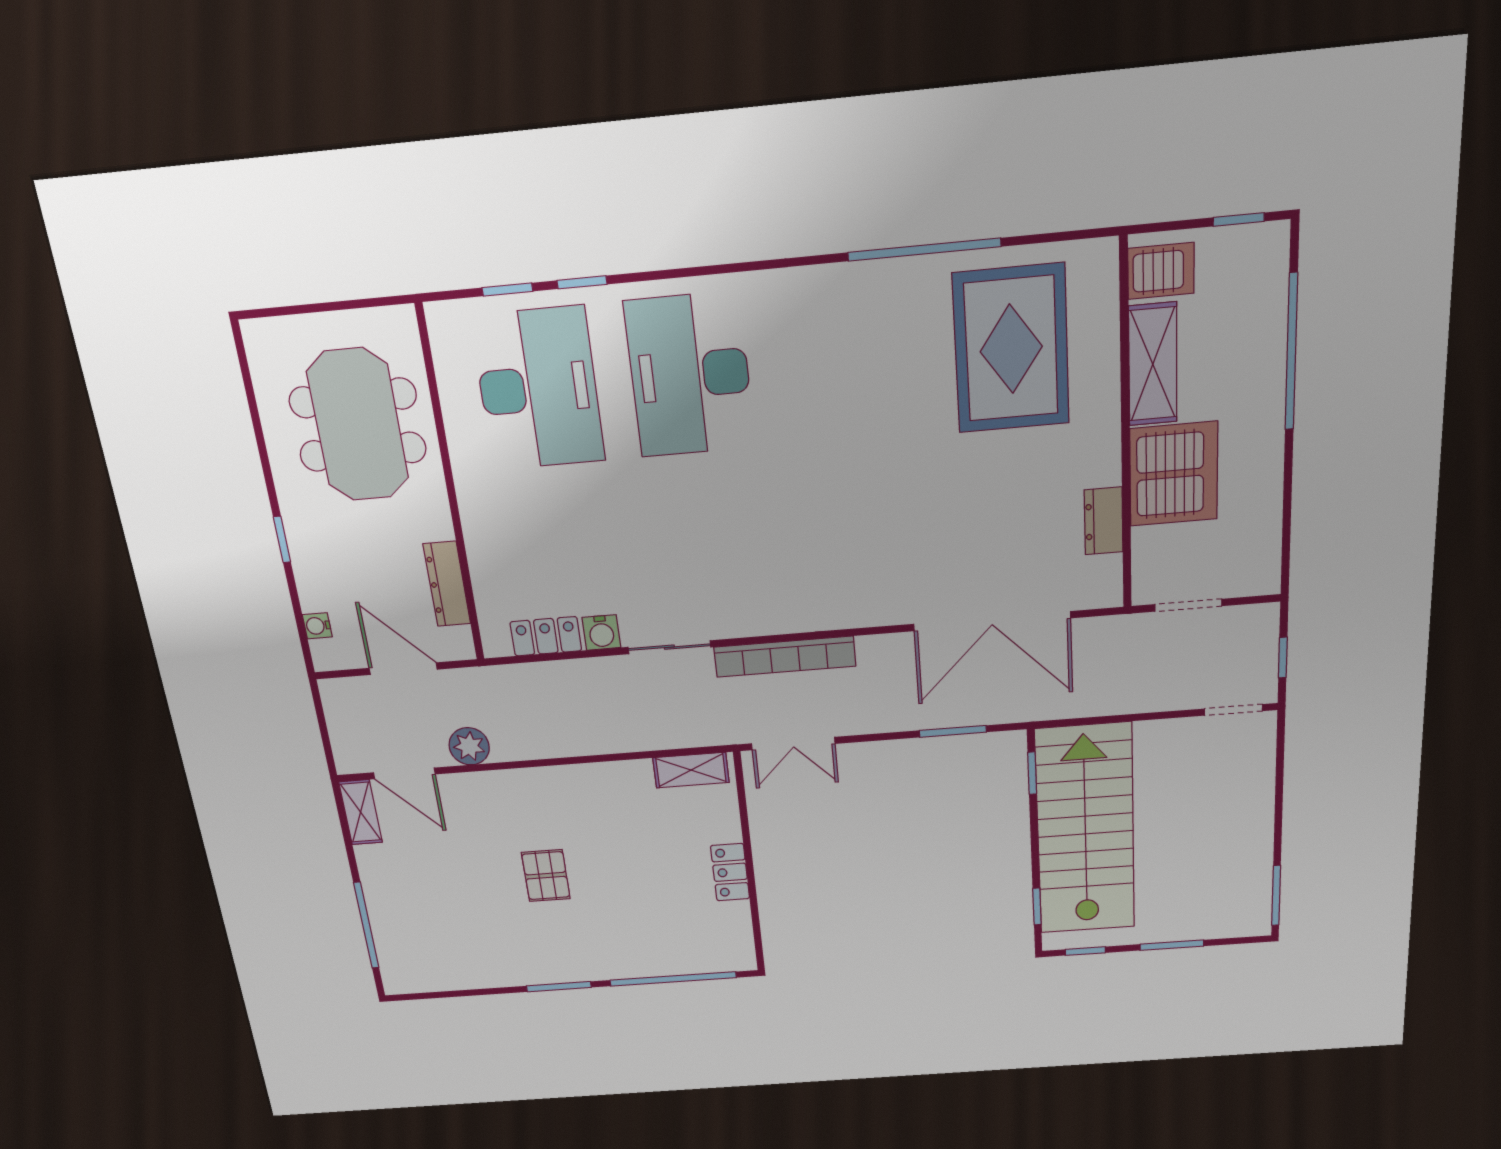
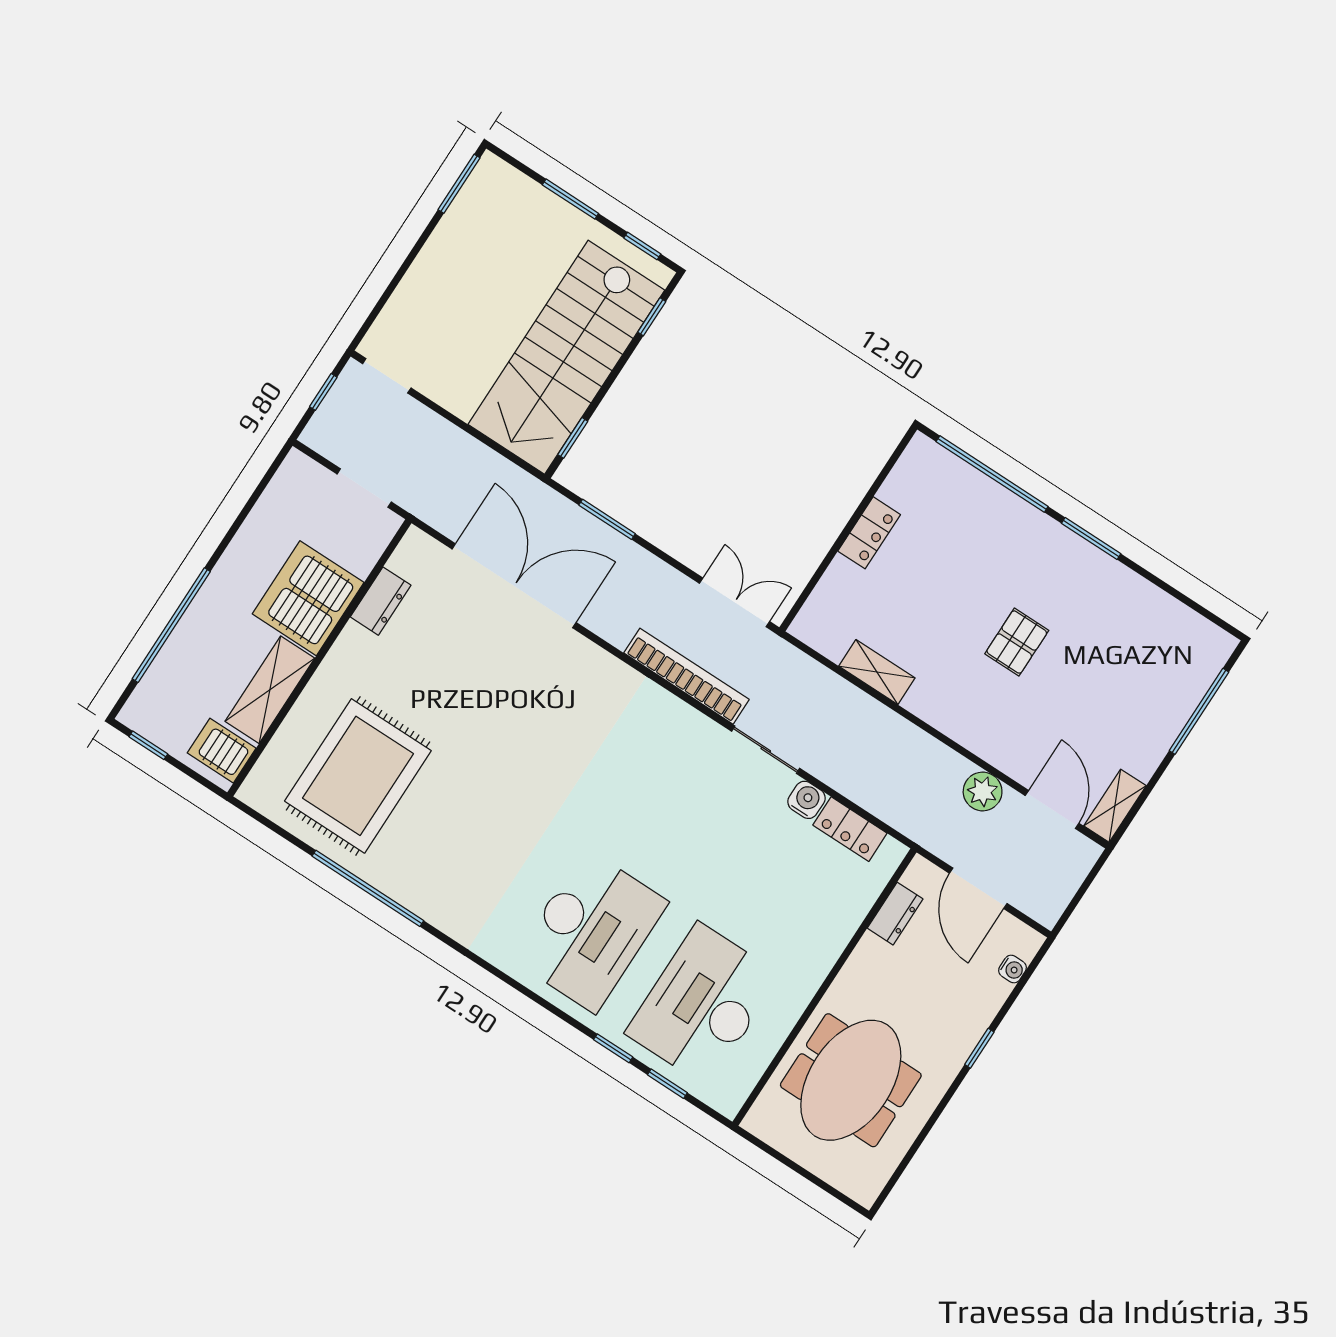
dresser: (447, 584) -> (895, 914), width x0.70
shelving: (691, 770) -> (877, 672), moved

